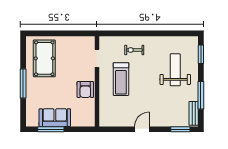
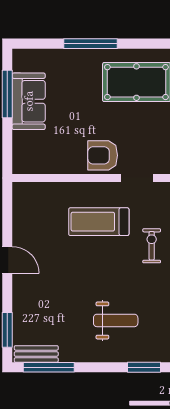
weight bench: (175, 70) -> (116, 320), width x0.73, depth x0.75
armchair: (85, 89) -> (103, 155), moved
window: (201, 95) -> (49, 367), moved

